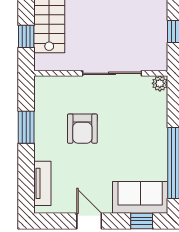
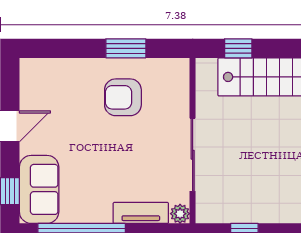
armchair: (82, 129) -> (123, 97), moved
tv unit: (42, 183) -> (141, 213), moved, turned 180

